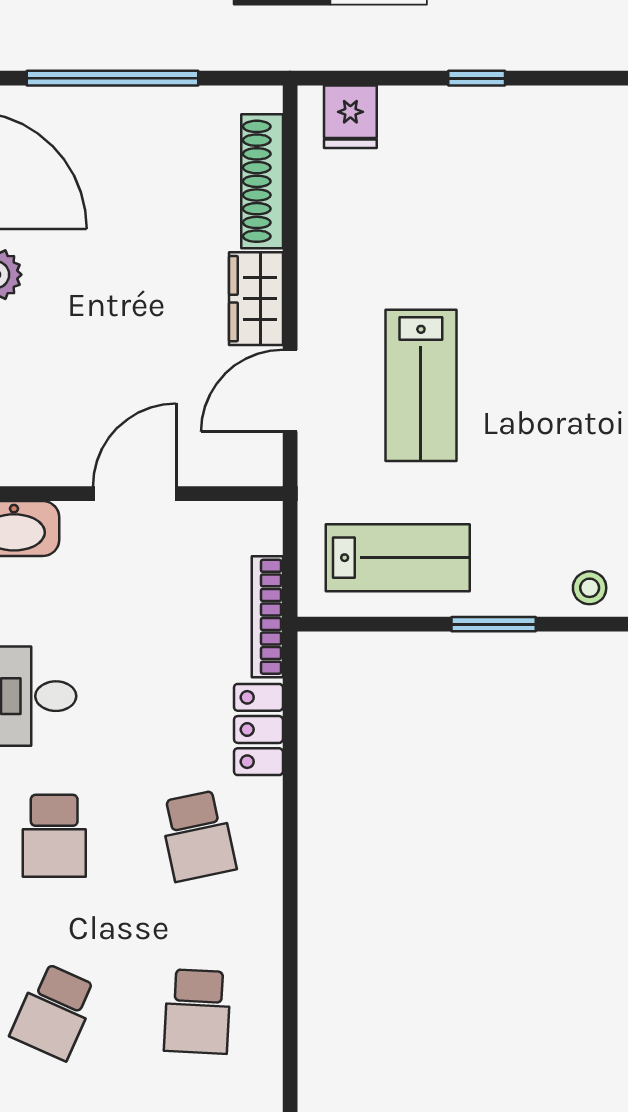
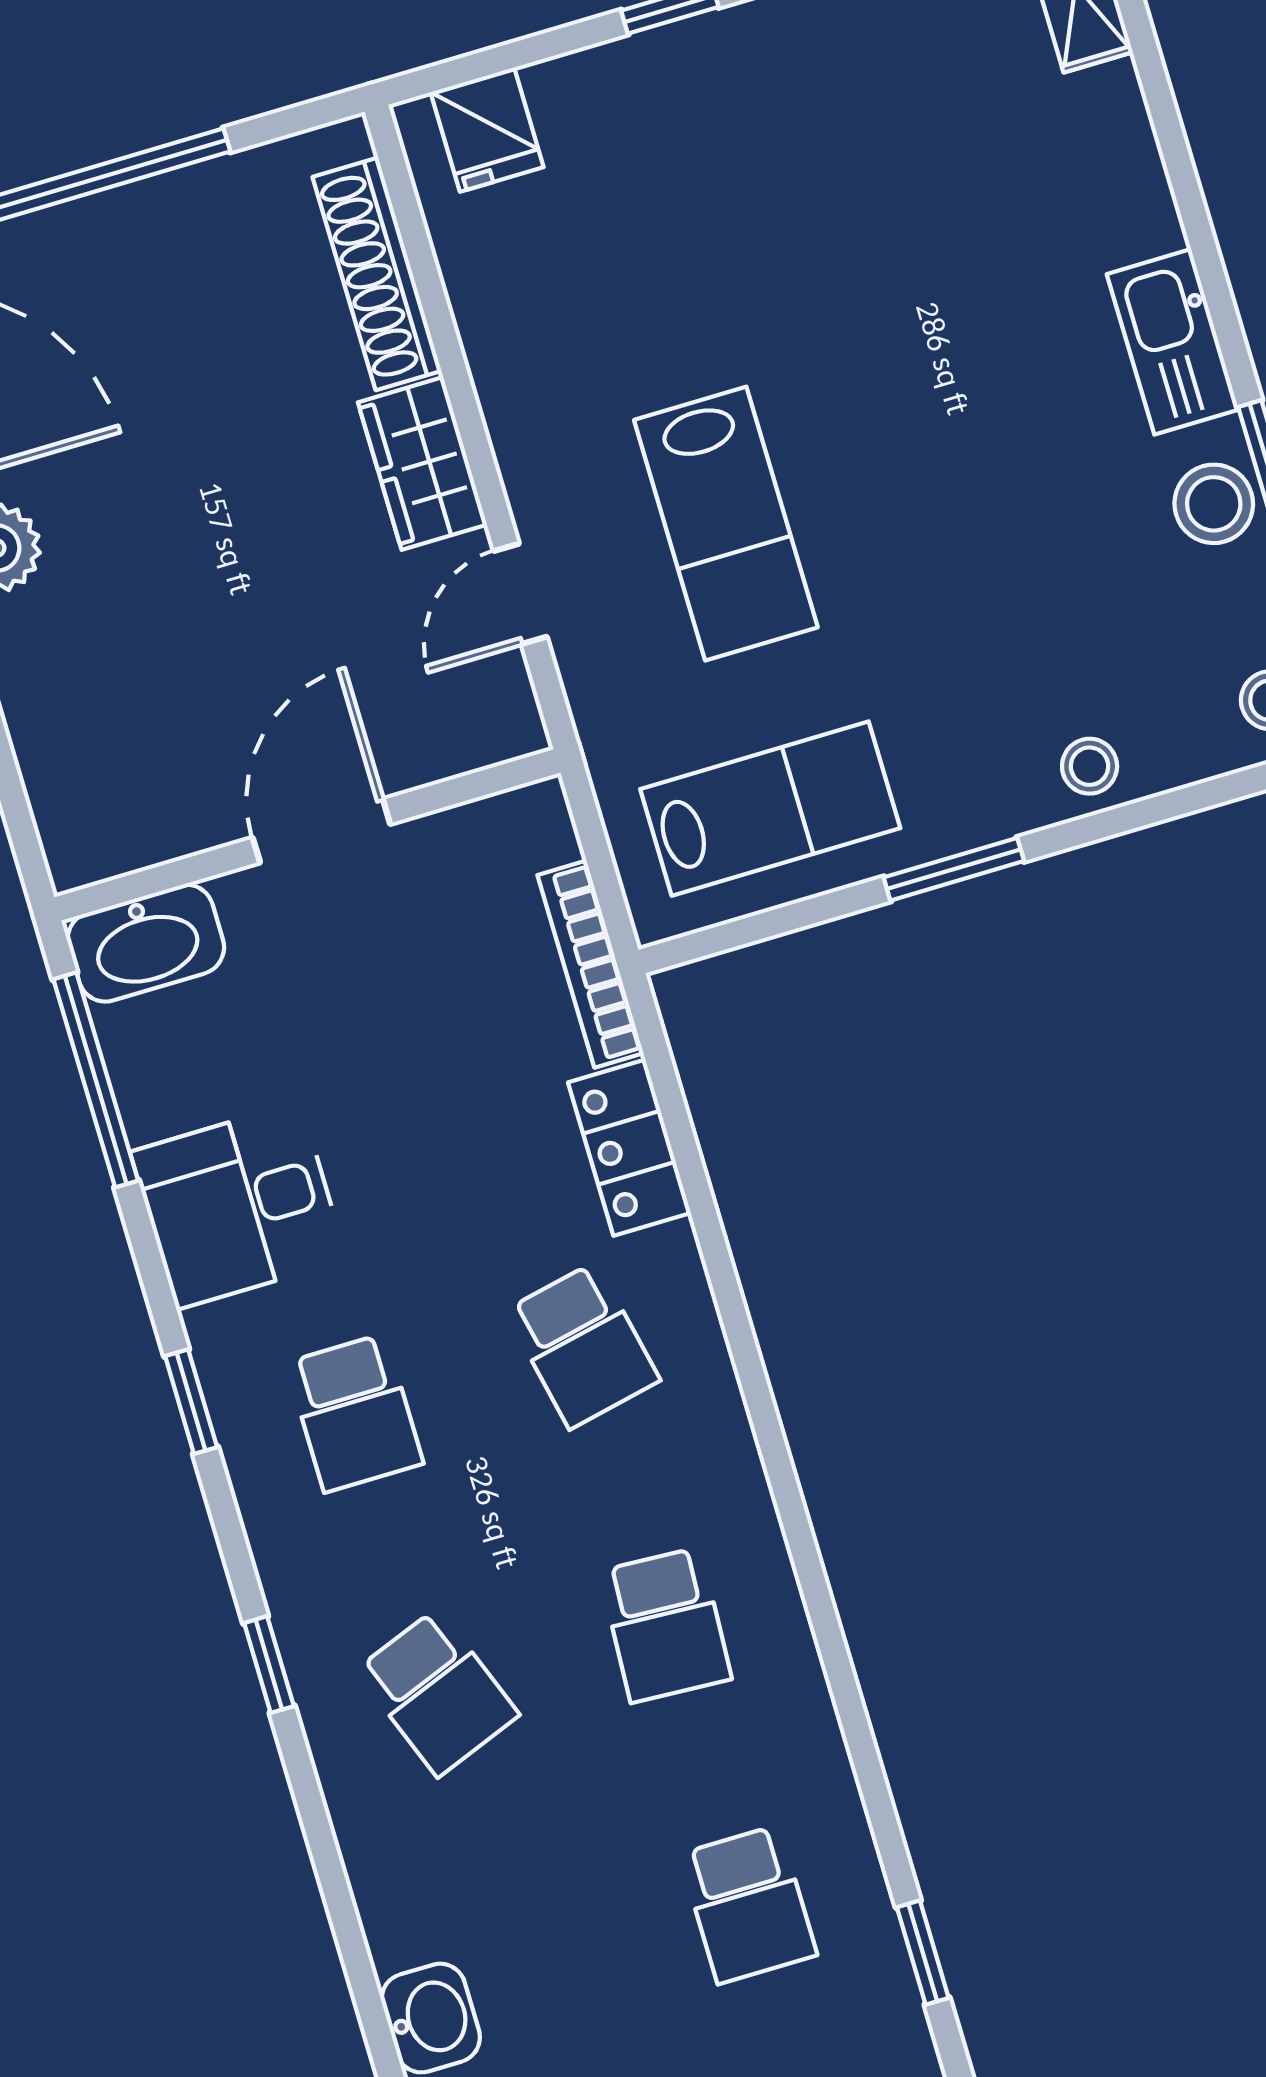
door: (290, 391) -> (520, 594), width x0.73
school desk: (54, 1012) -> (437, 1693), turned -45

